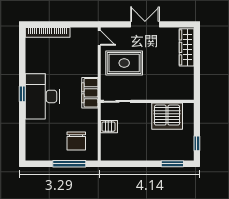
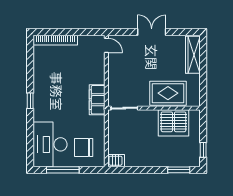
rug: (124, 63) -> (168, 93), moved
desk: (42, 96) -> (50, 144), moved
server rack: (109, 127) -> (116, 161), moved
chair: (76, 141) -> (84, 148), turned 90
window: (69, 164) -> (63, 170), moved

